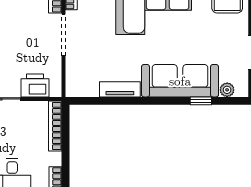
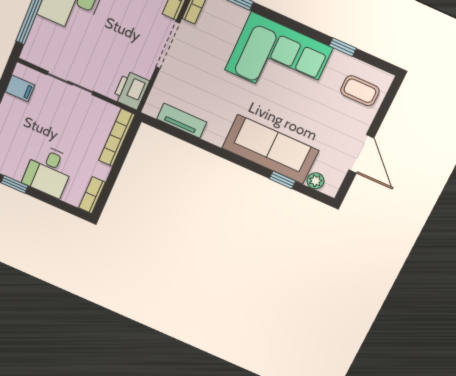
printer: (35, 85) -> (131, 90), moved, turned -90
tv unit: (120, 89) -> (182, 121), moved

